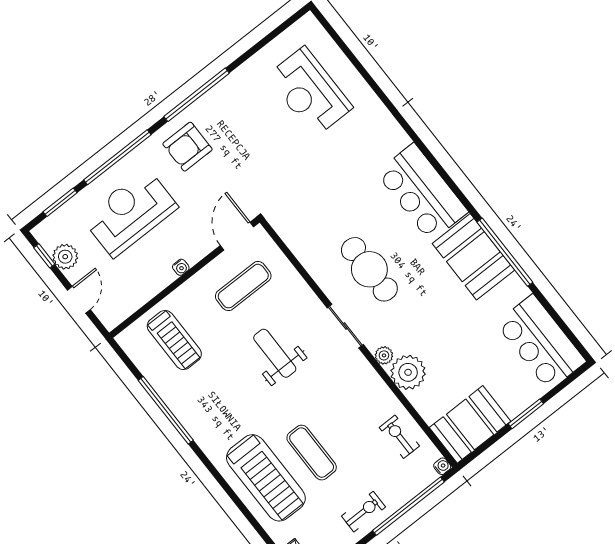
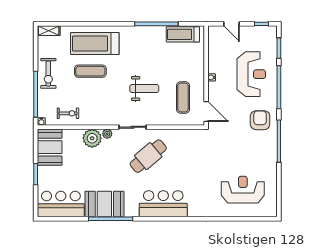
plant: (65, 257) -> (254, 32), removed
booth: (473, 257) -> (104, 204), moved
cafe table: (369, 269) -> (148, 156), turned -40
treadmill: (174, 340) -> (183, 34), moved
exercise bike: (364, 512) -> (48, 73), width x1.38, depth x1.39

